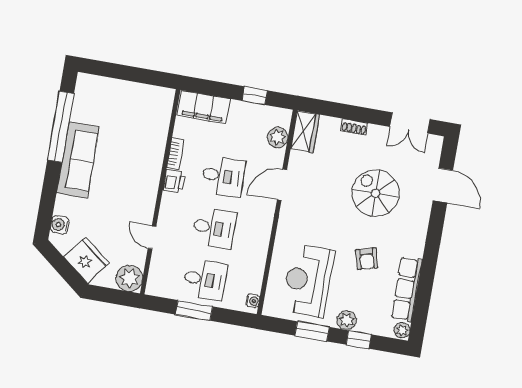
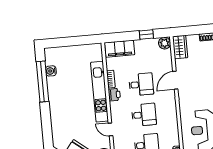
plant: (278, 137) -> (165, 43), moved
sofa: (78, 160) -> (57, 97), removed
kitchen unit: (151, 170) -> (100, 92), added
water cooler: (60, 225) -> (51, 71), moved

